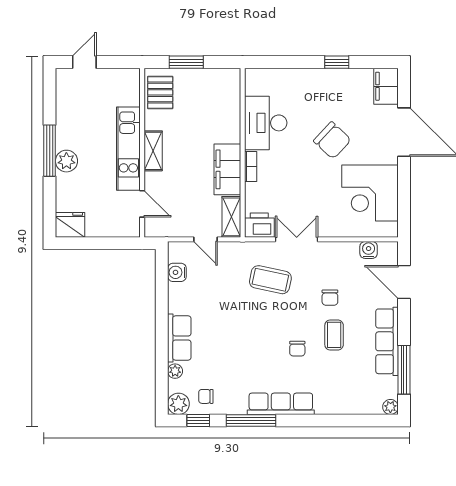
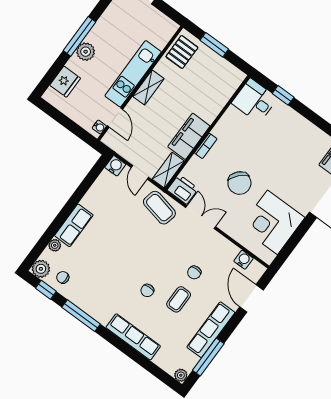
window: (337, 62) -> (283, 95), moved
desk: (266, 123) -> (255, 101), moved, width x0.73
chair: (332, 140) -> (239, 183), moved
water cooler: (134, 224) -> (99, 127), added
fridge: (70, 225) -> (65, 82), moved, turned 90
water cooler: (177, 272) -> (115, 166), moved, turned 90
coffee table: (270, 280) -> (159, 208), moved
row of seats: (281, 404) -> (133, 337), moved

